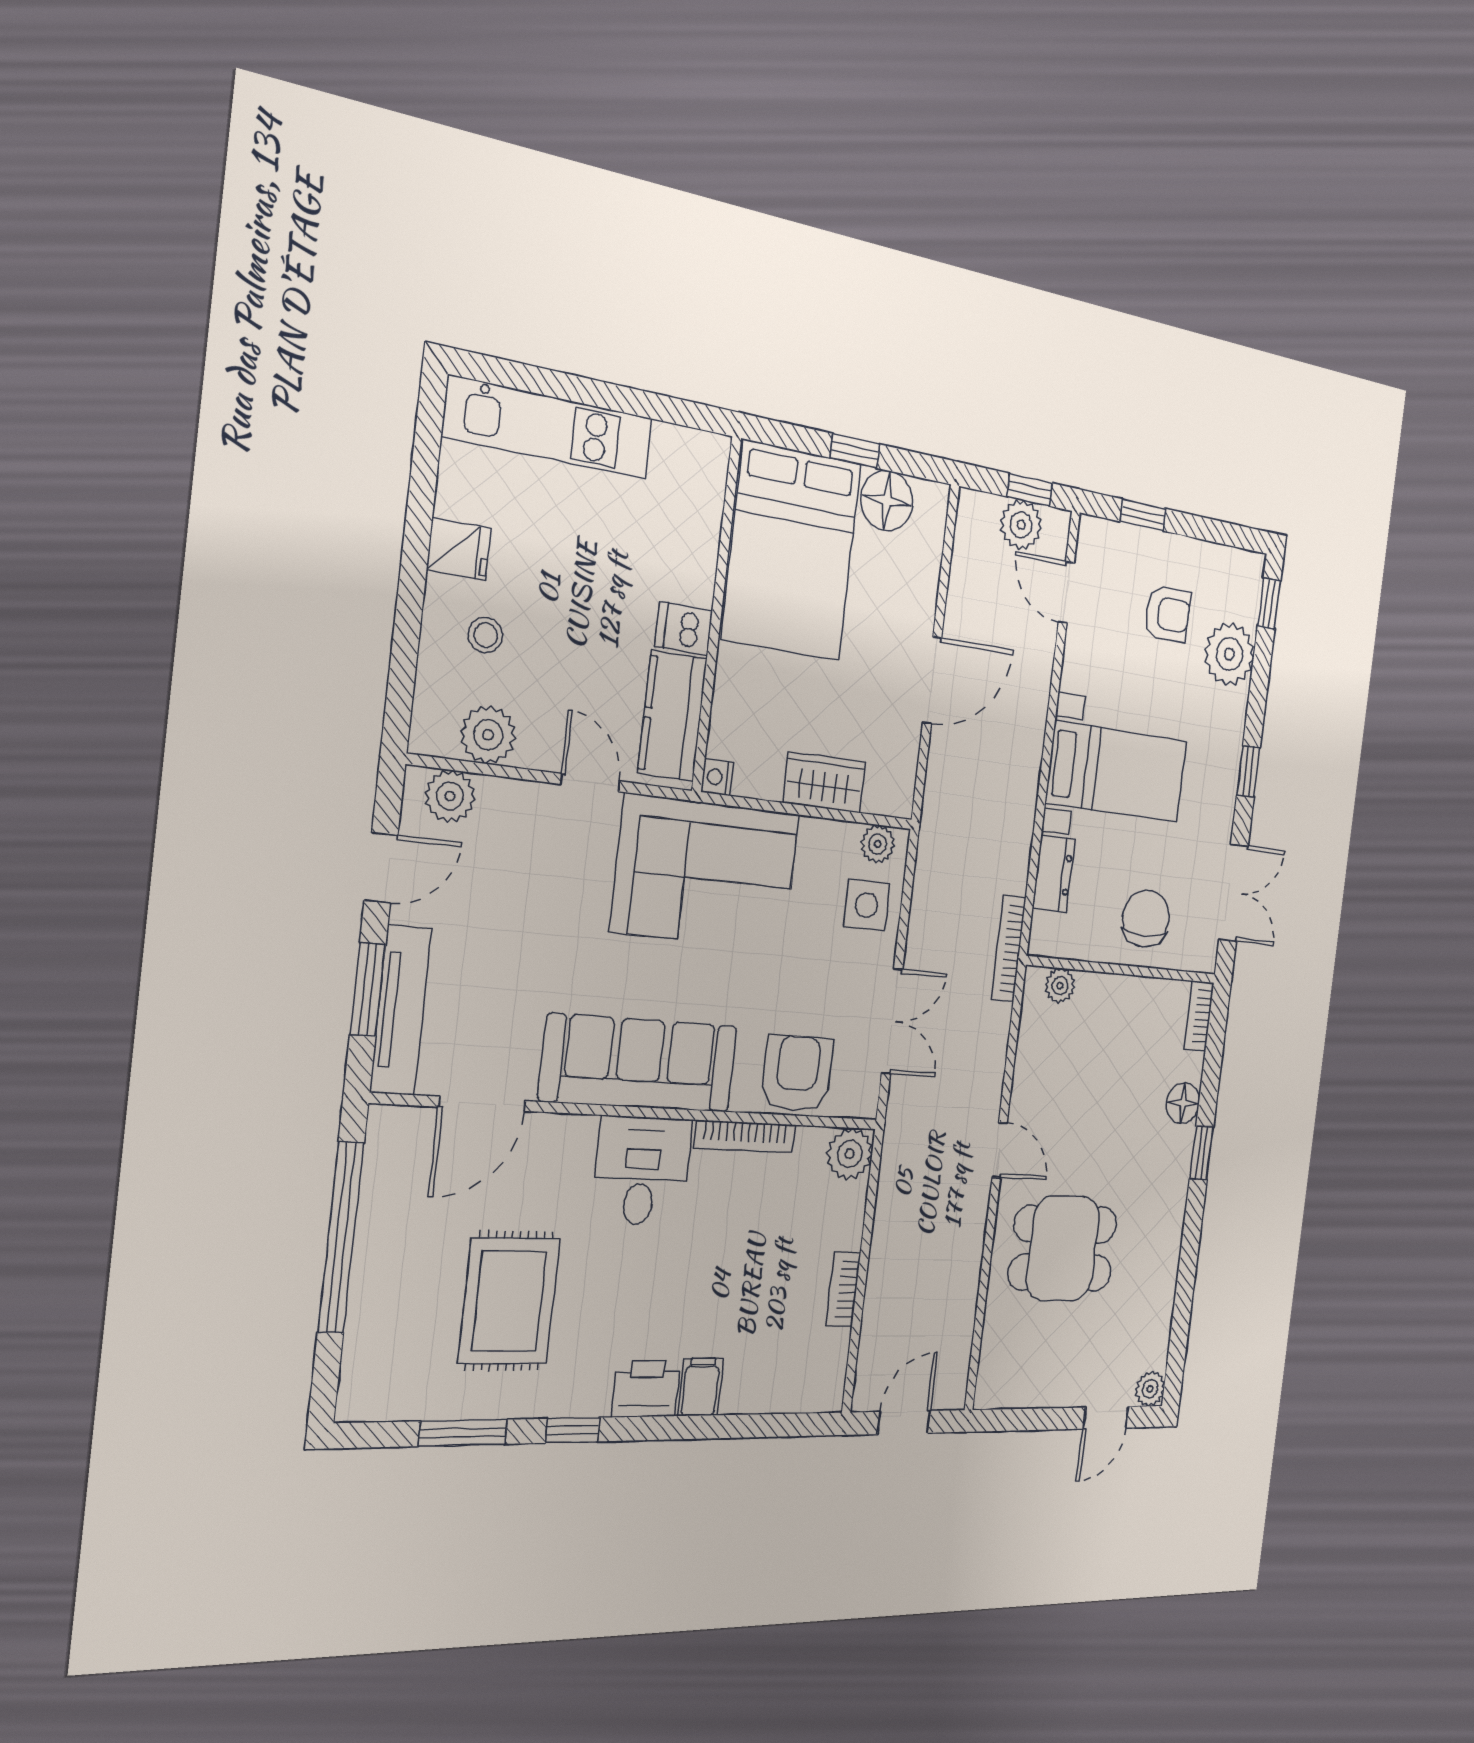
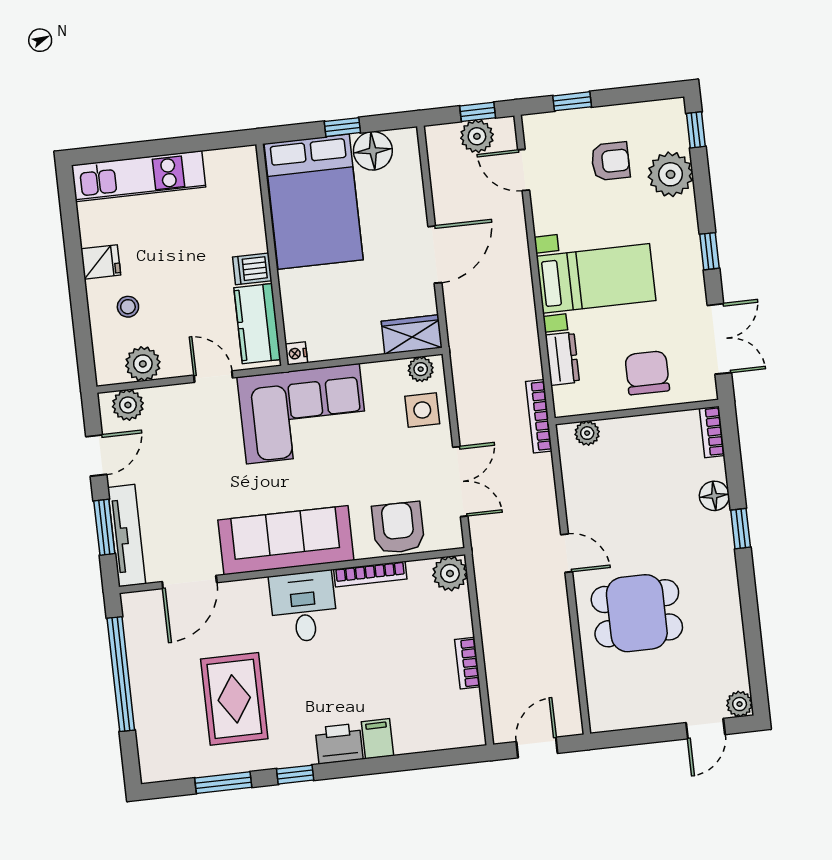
wardrobe: (824, 782) -> (412, 334), moved

